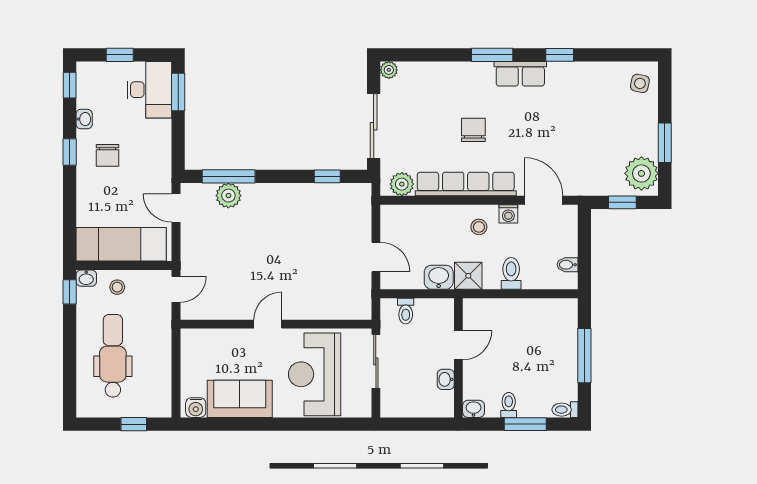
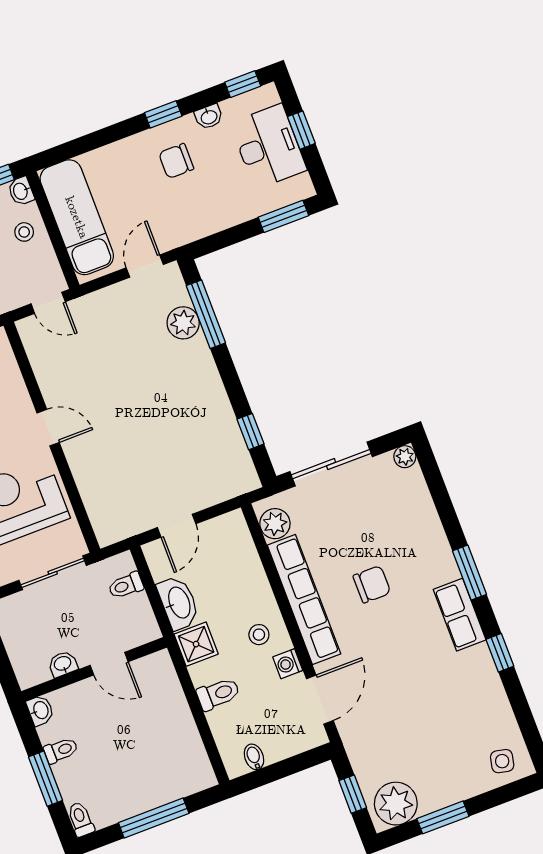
desk: (149, 90) -> (268, 146), moved, turned -90
washbasin: (439, 277) -> (178, 603), width x1.38

